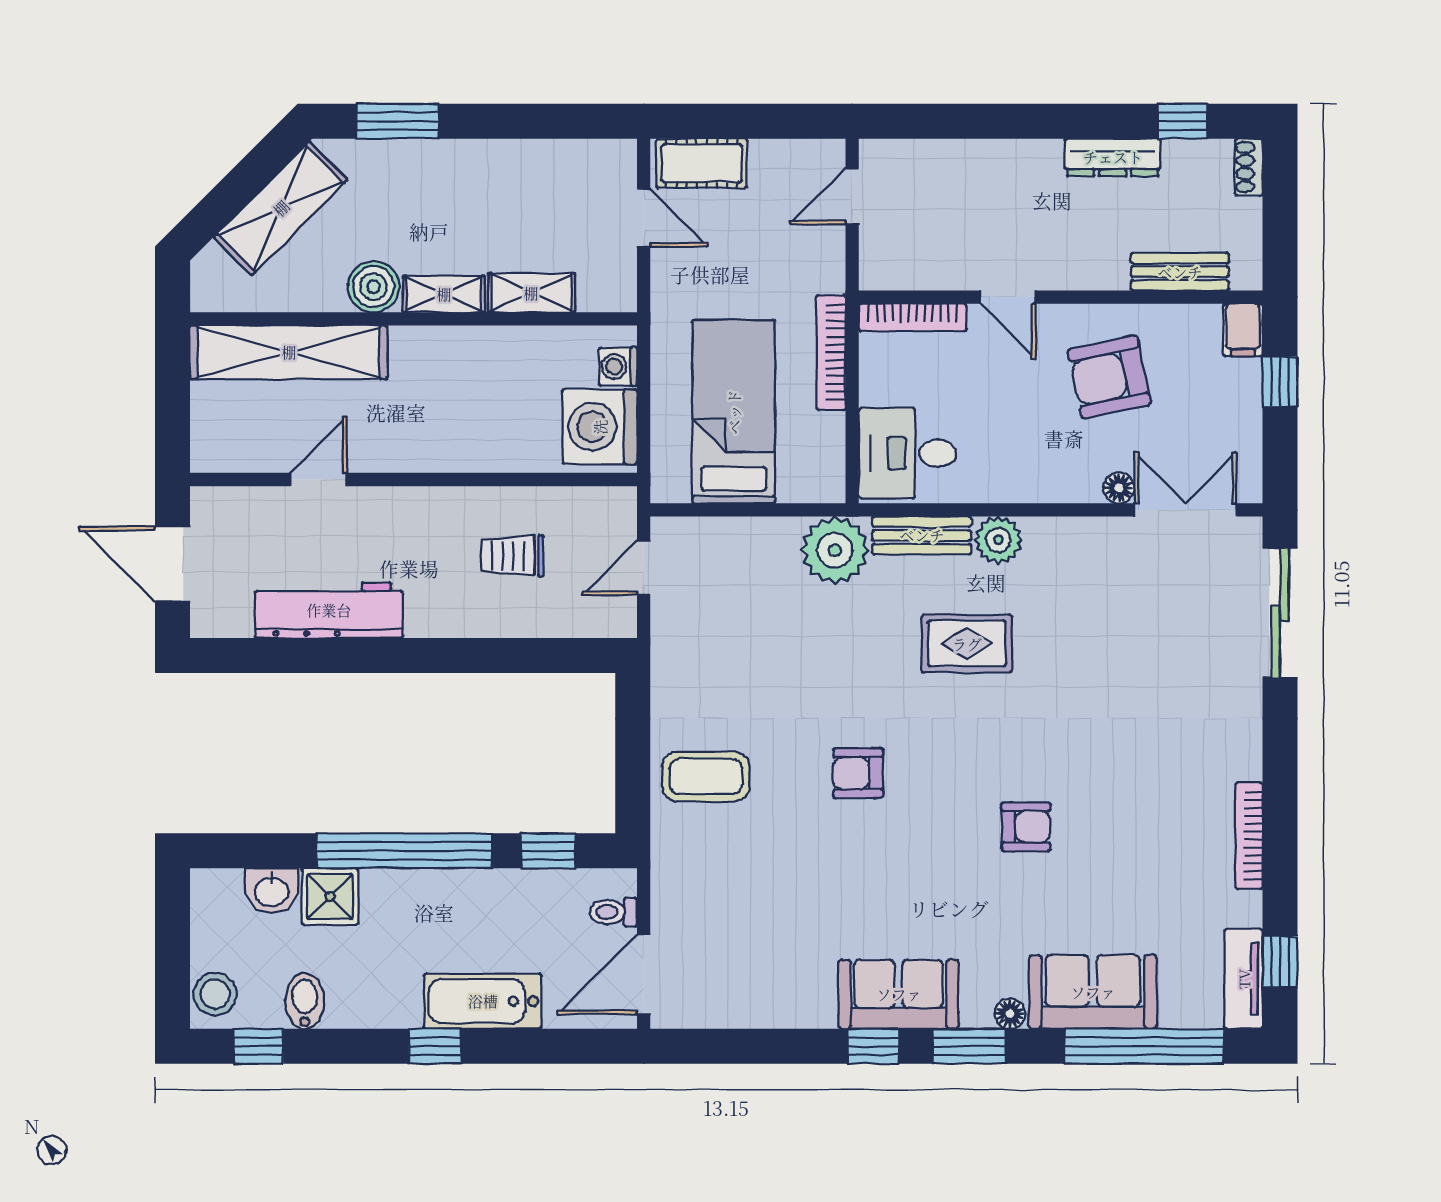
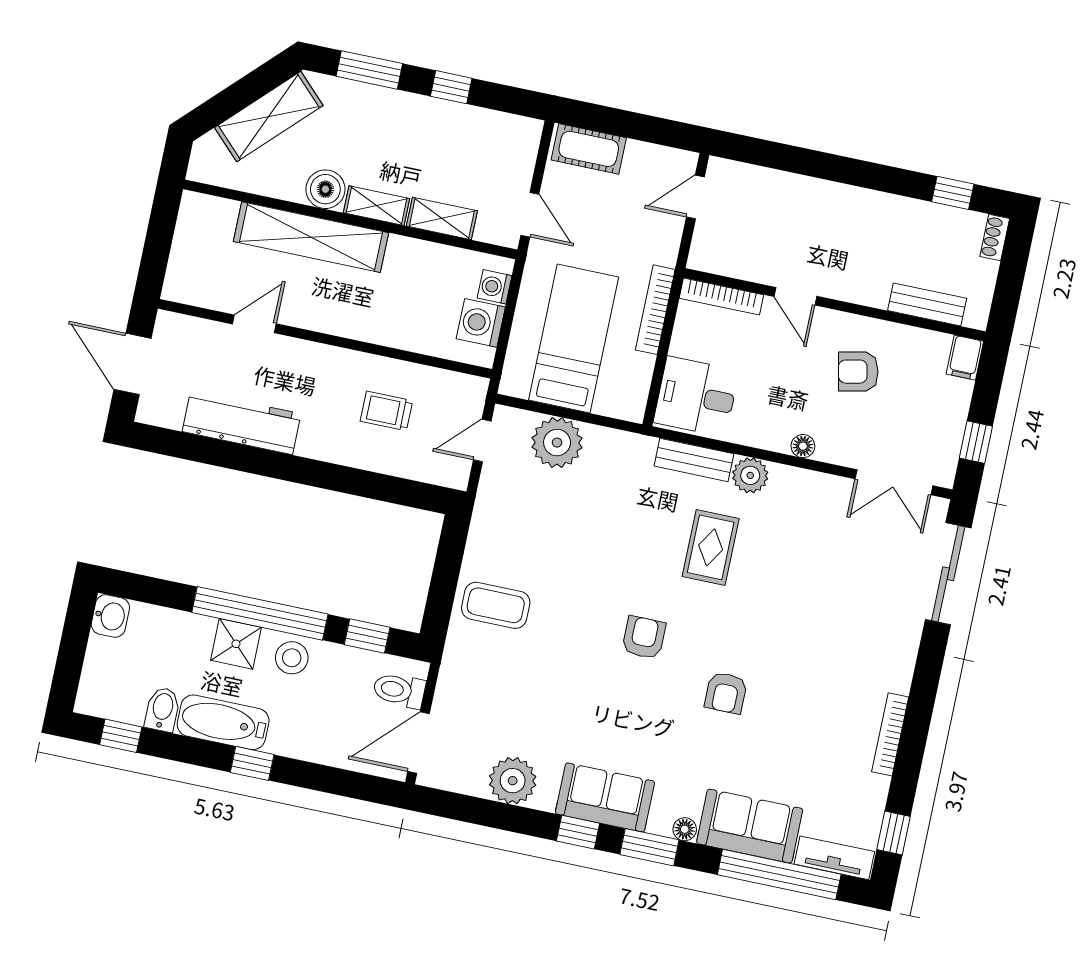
window: (508, 121) -> (451, 87), added
dresser: (1113, 157) -> (895, 209), removed
door: (644, 218) -> (530, 215), moved
shelving: (289, 352) -> (311, 237), moved
armchair: (1109, 377) -> (858, 372), width x0.72, depth x0.72
window: (1280, 382) -> (976, 442), moved
washing machine: (600, 427) -> (481, 323), width x0.73, depth x0.73
floor lamp: (1119, 488) -> (803, 446), moved
double door: (1185, 510) -> (894, 482), swing flipped
plant: (835, 550) -> (557, 443), moved
rug: (967, 644) -> (711, 547), turned 90
armchair: (858, 773) -> (644, 637), moved, turned 90
armchair: (1026, 827) -> (726, 693), turned 90
washbasin: (272, 891) -> (110, 616), moved, turned -90
shower: (330, 897) -> (236, 644), moved
toilet: (614, 912) -> (399, 690), width x1.37, depth x1.39
tv unit: (1244, 979) -> (834, 858), moved, turned 90
stool: (215, 994) -> (292, 658), moved
plant: (775, 998) -> (513, 781), added
bathtub: (483, 1001) -> (223, 722), moved

